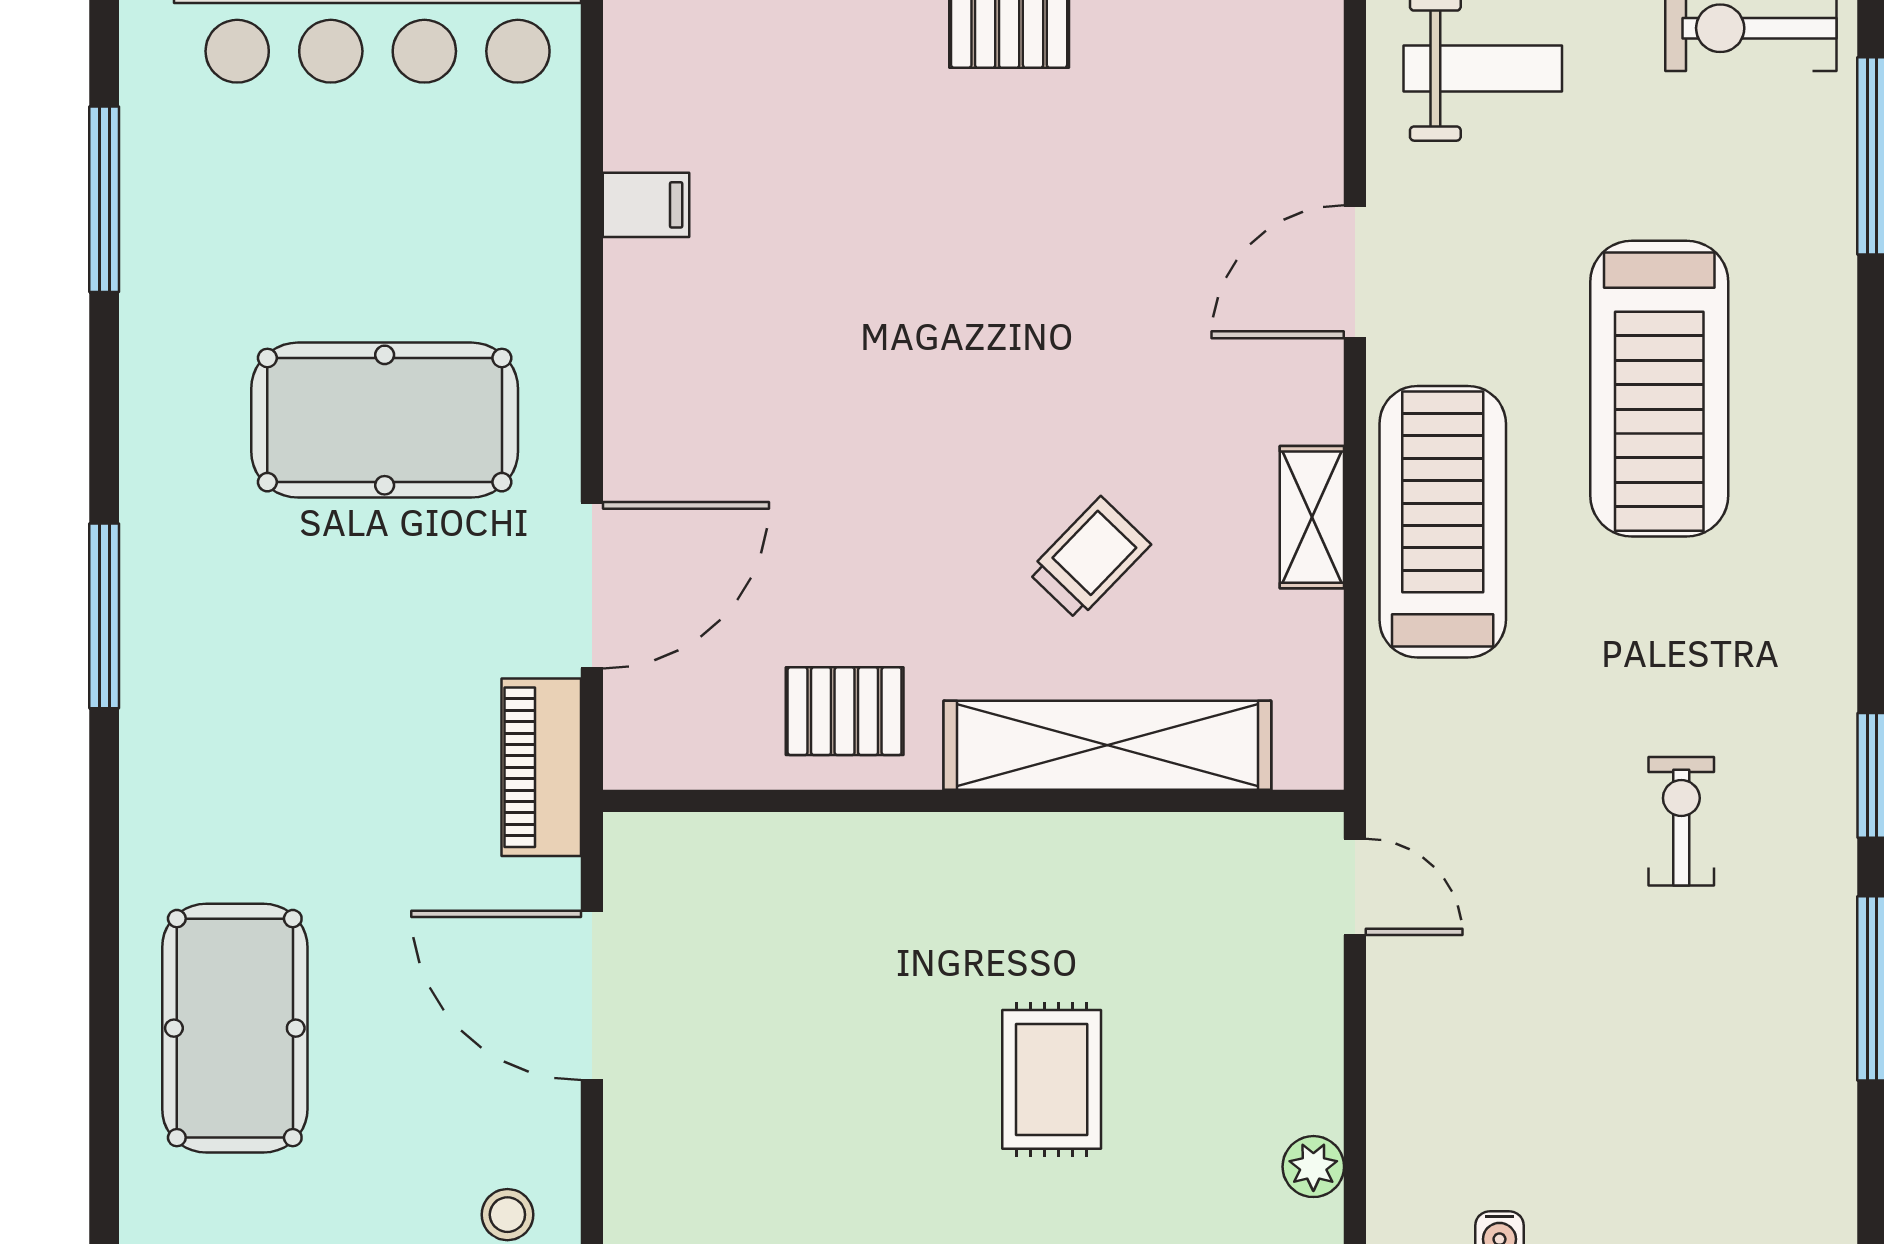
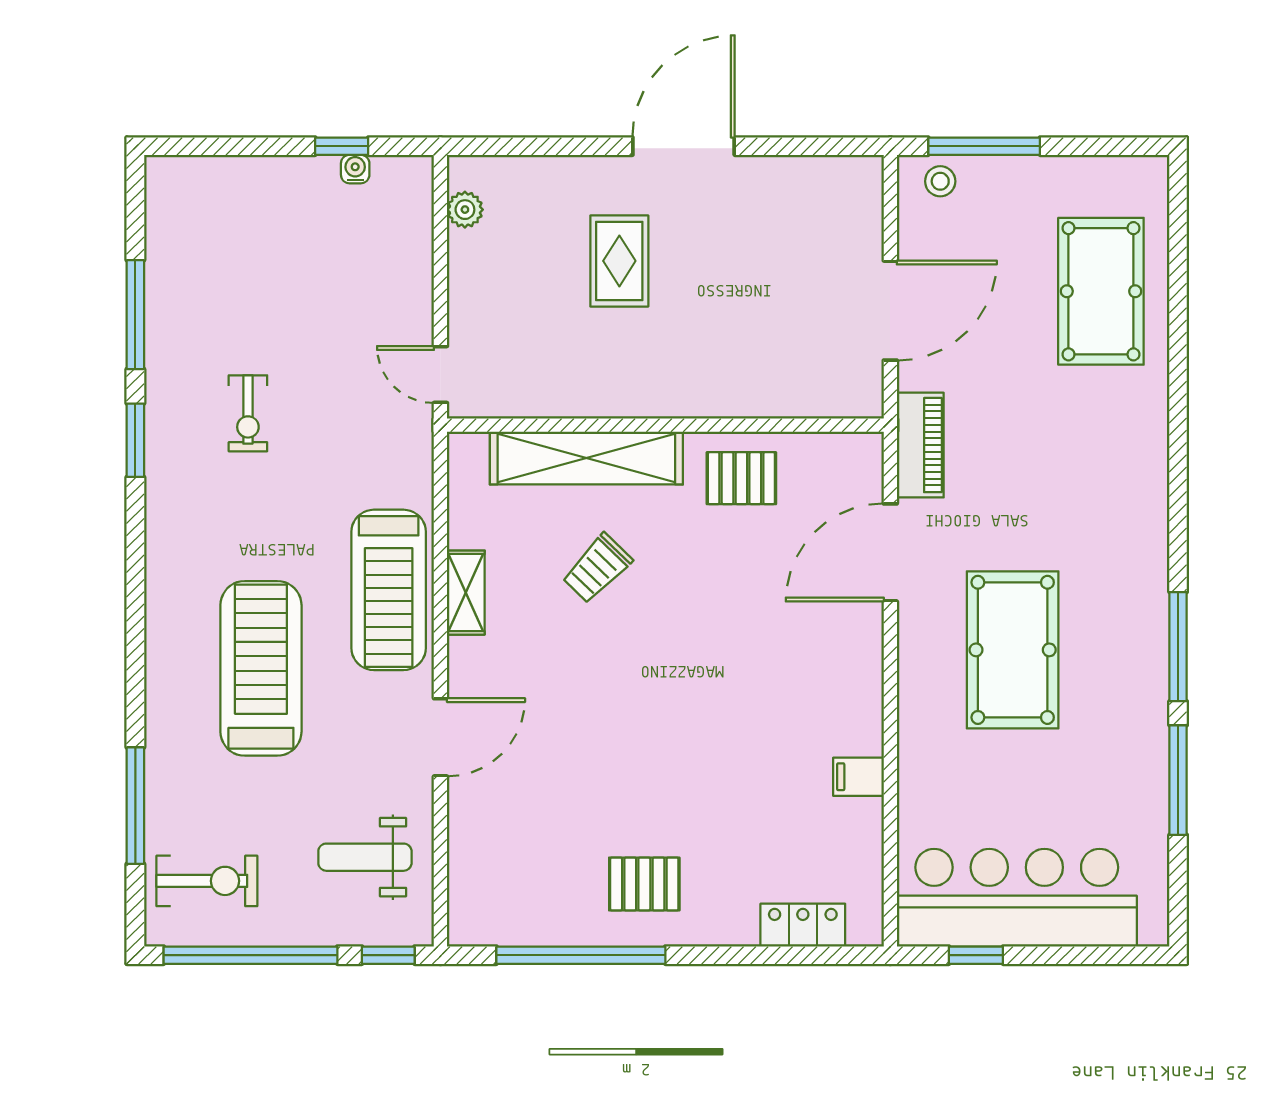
pool table: (385, 420) -> (1013, 650), turned 90
window: (104, 616) -> (1178, 647), moved
door: (592, 995) -> (890, 311), hinge flipped

